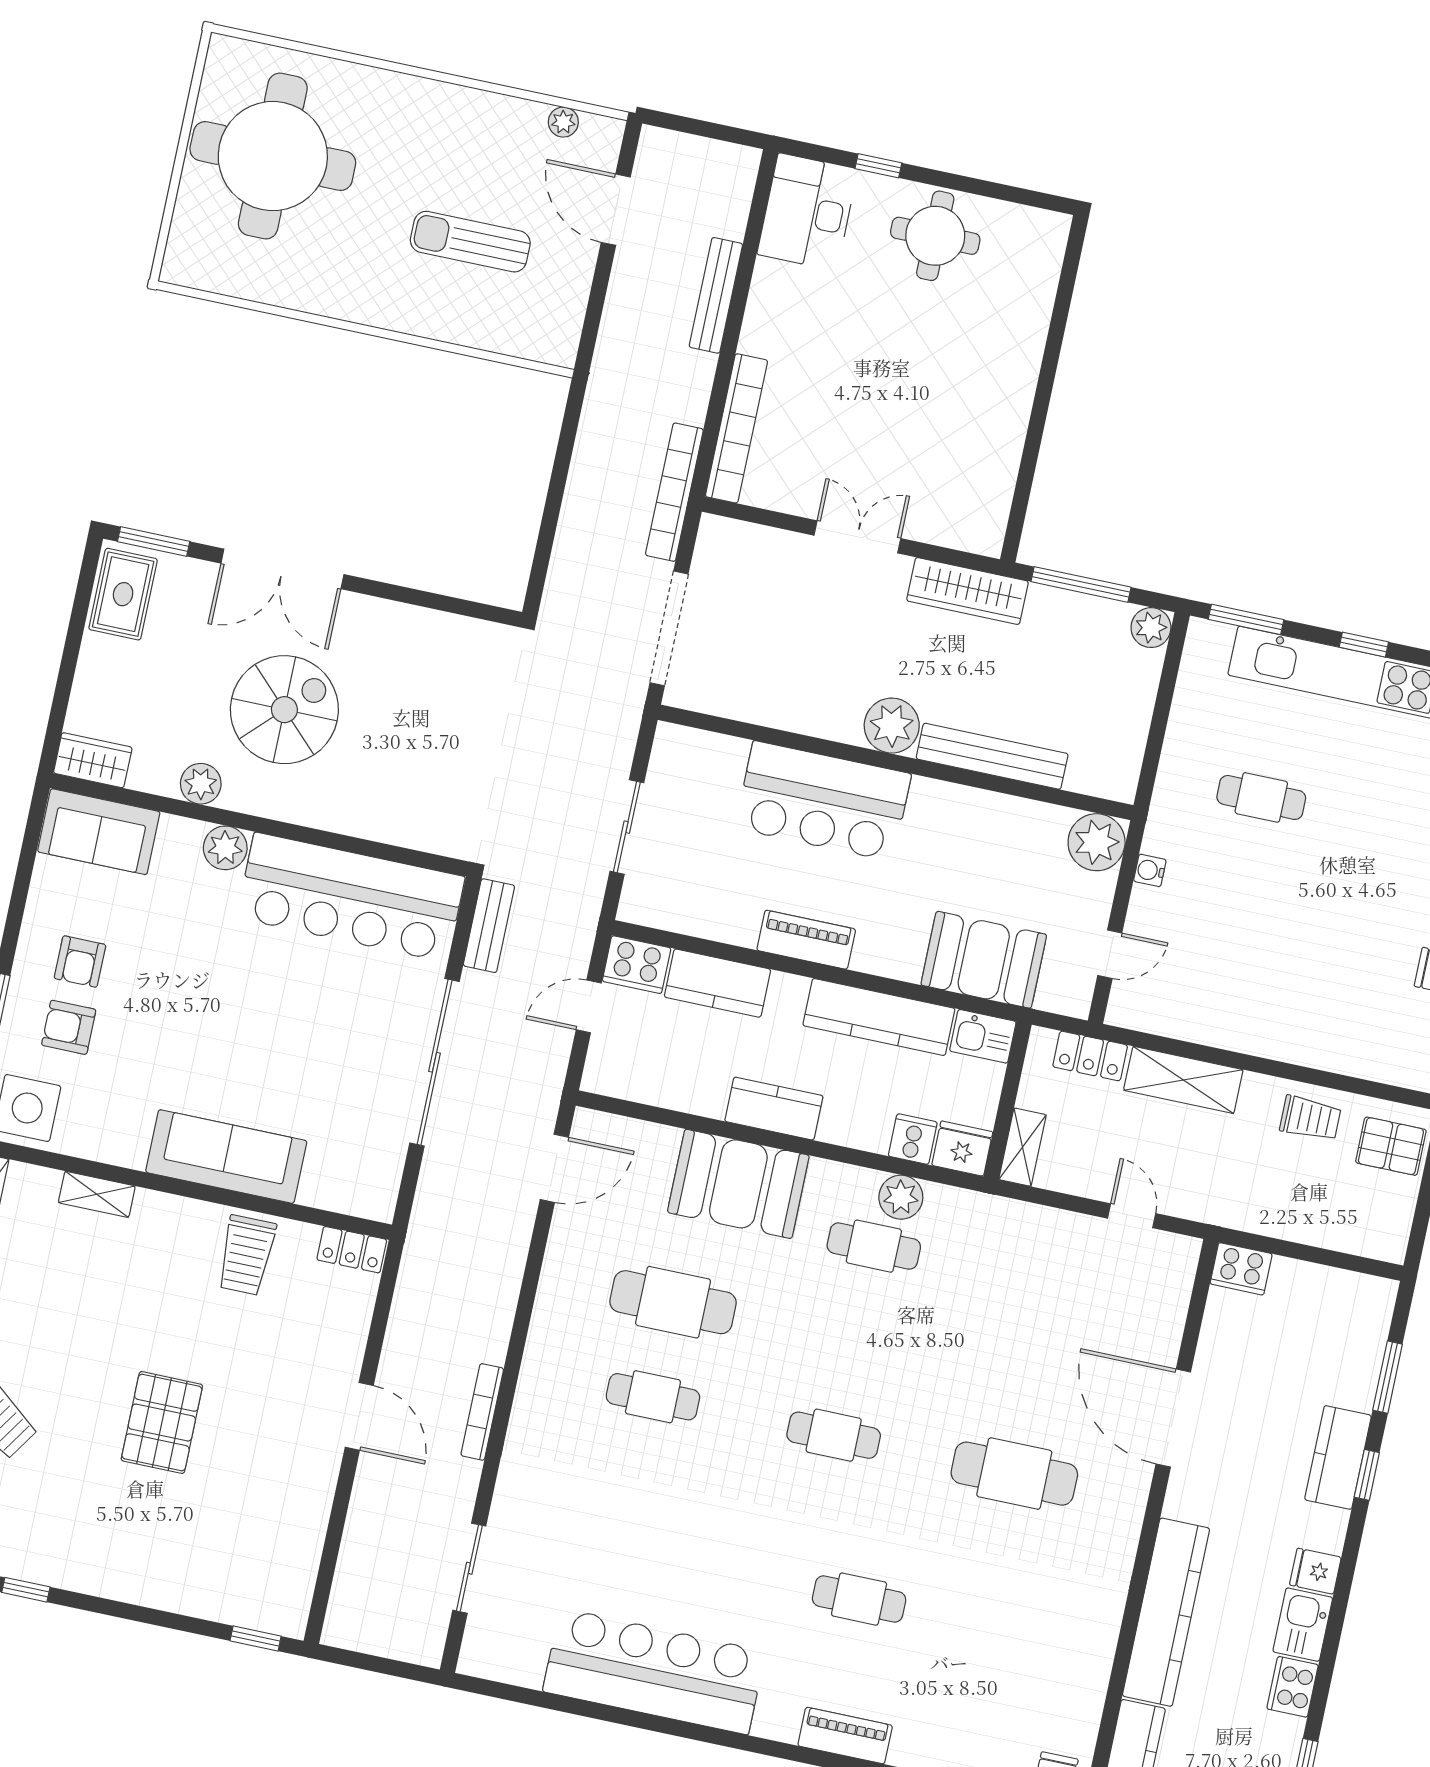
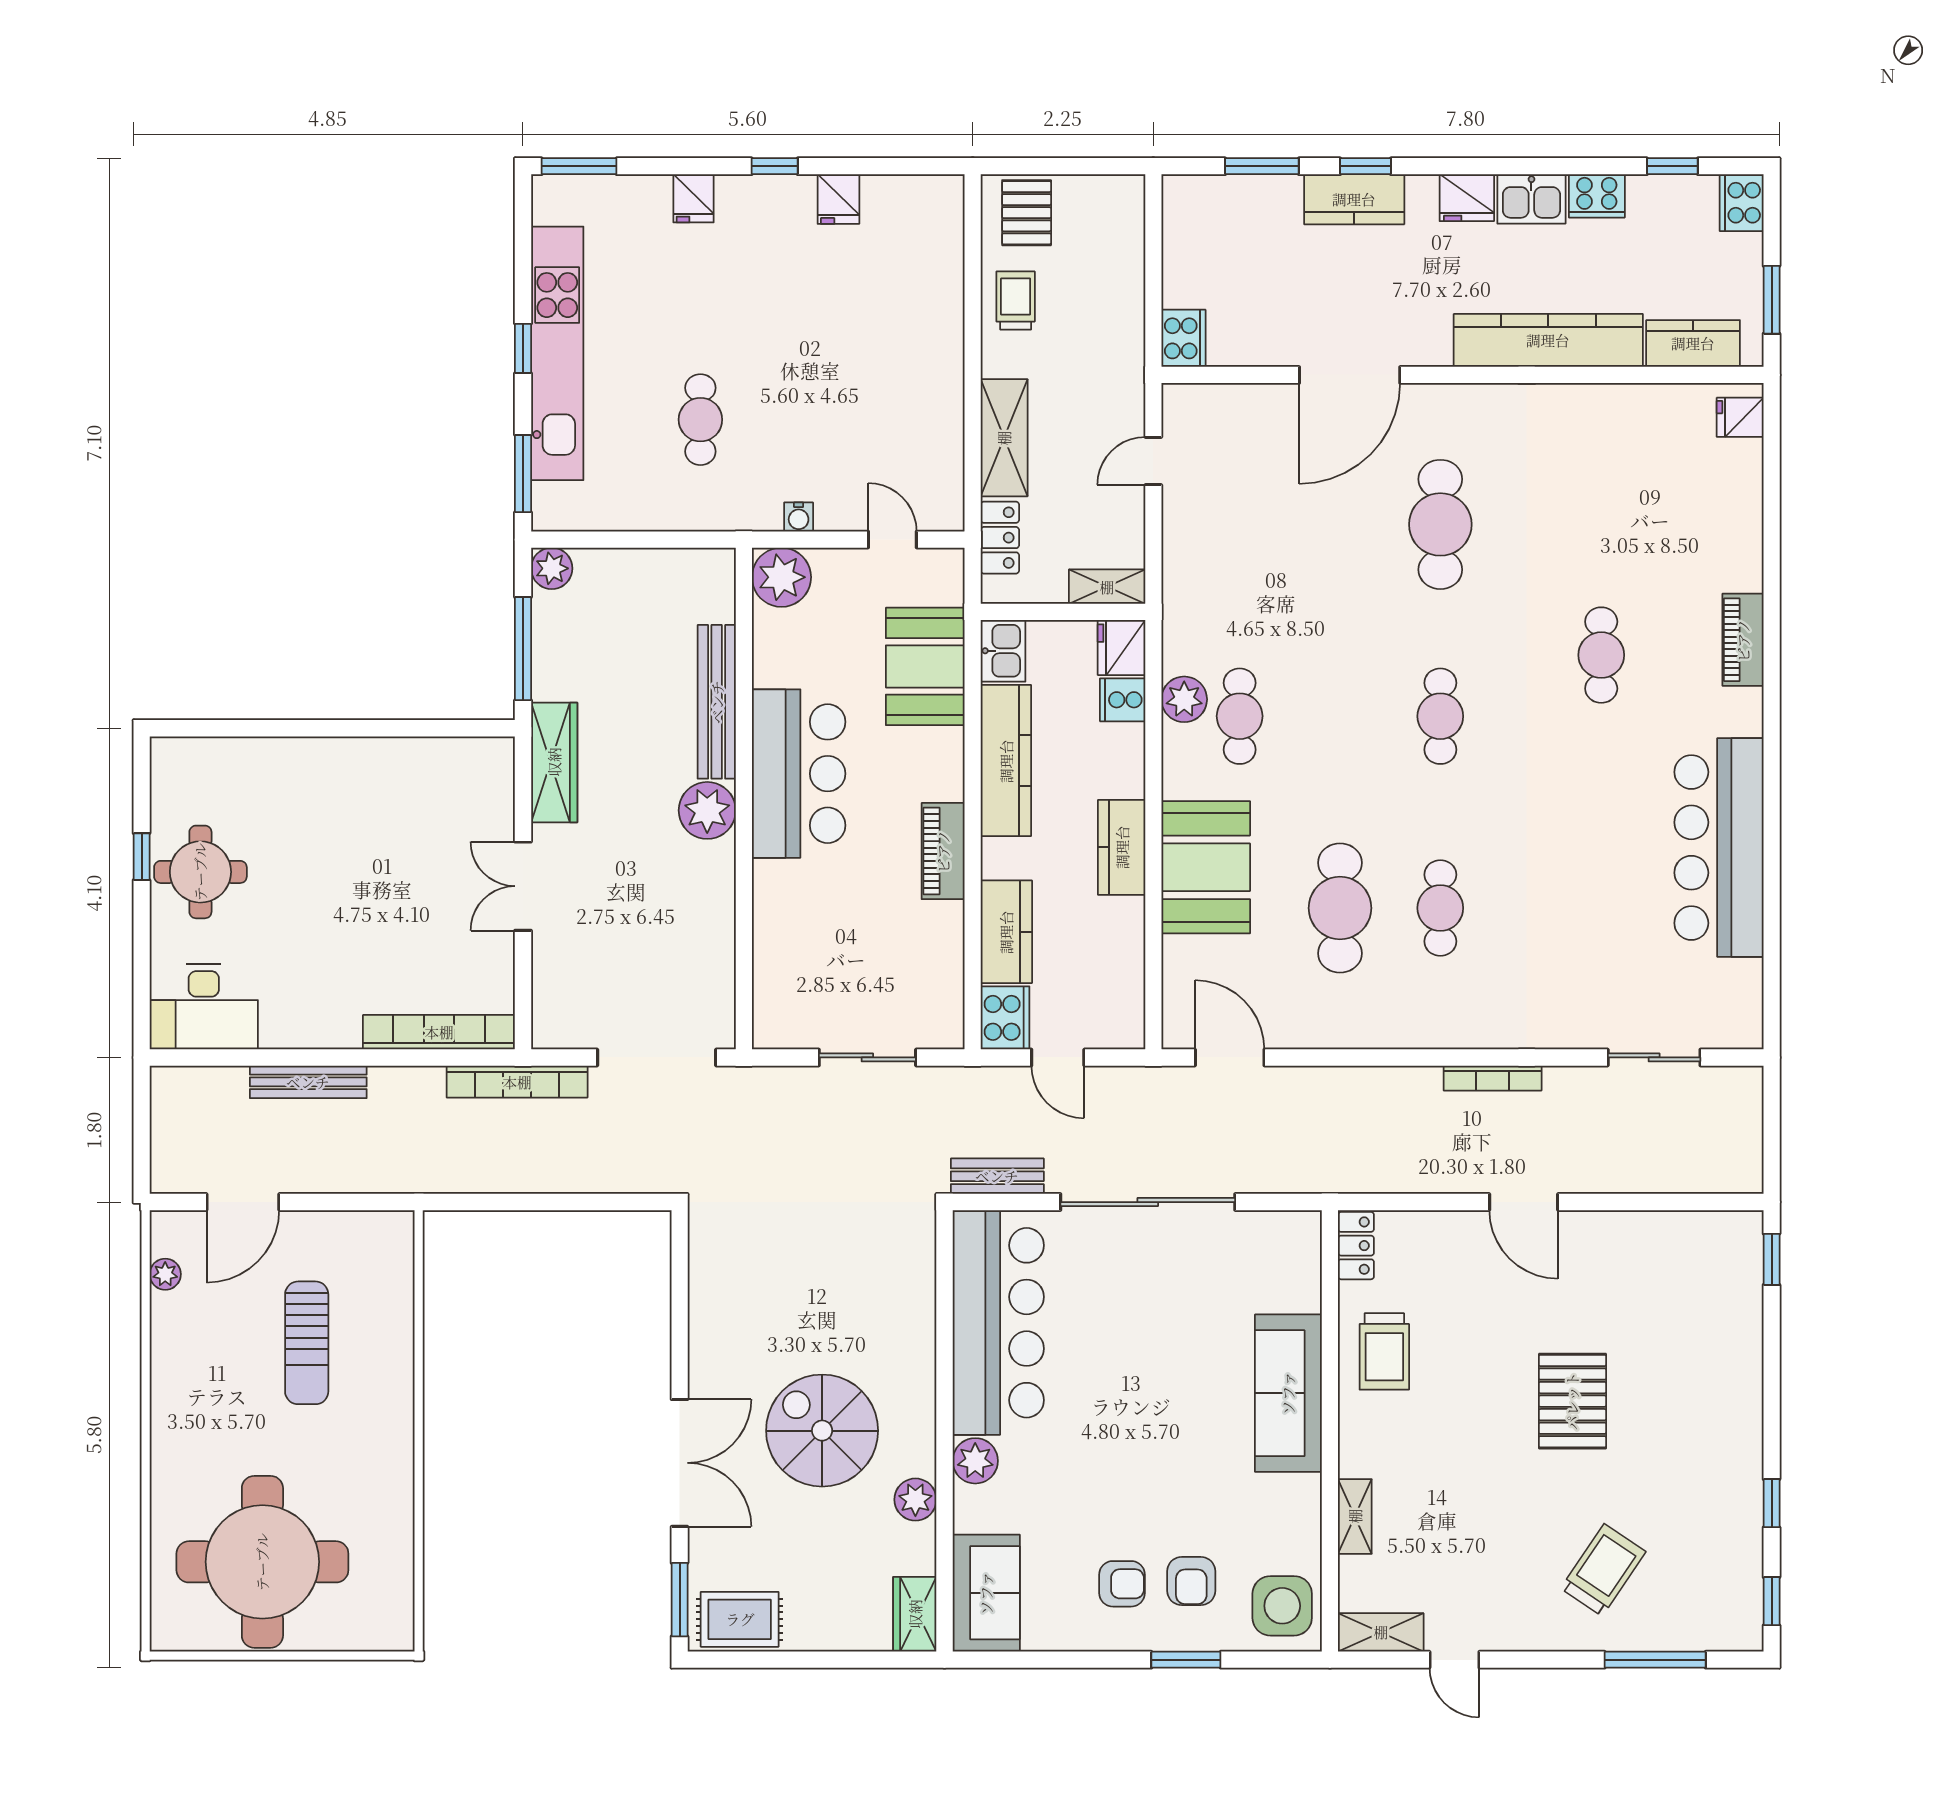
window: (878, 166) -> (142, 857), moved
bar counter: (823, 801) -> (799, 774), moved
trolley: (246, 1255) -> (1384, 1351), turned 90
door: (359, 1416) -> (1524, 1202), swing flipped
pallet: (162, 1423) -> (1572, 1401), turned 90
fridge: (1315, 1571) -> (1467, 198), width x1.38

